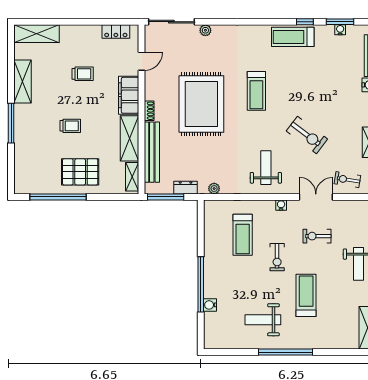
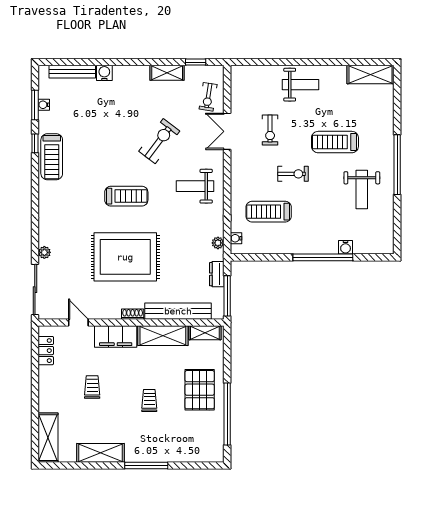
treadmill: (256, 91) -> (126, 196), moved
water cooler: (281, 205) -> (236, 238), moved
treadmill: (243, 235) -> (269, 212), turned 180

